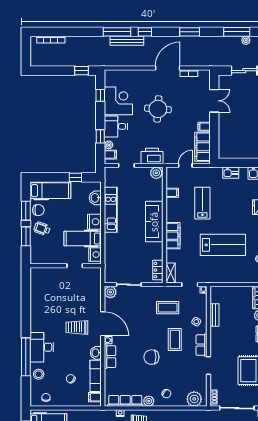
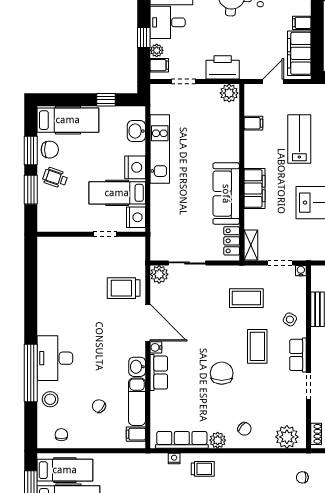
sofa: (154, 222) -> (226, 194), moved
trolley: (77, 327) -> (124, 288), moved
chair: (151, 357) -> (222, 373), turned 90

